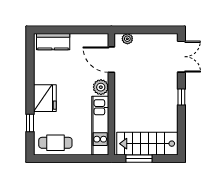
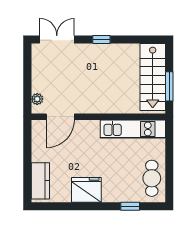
plant: (101, 87) -> (91, 128), removed
fridge: (45, 98) -> (86, 190), moved

